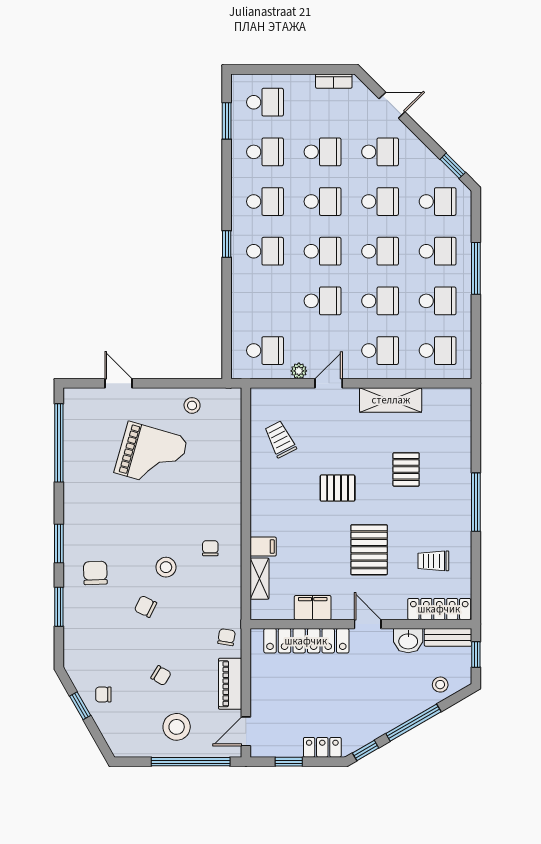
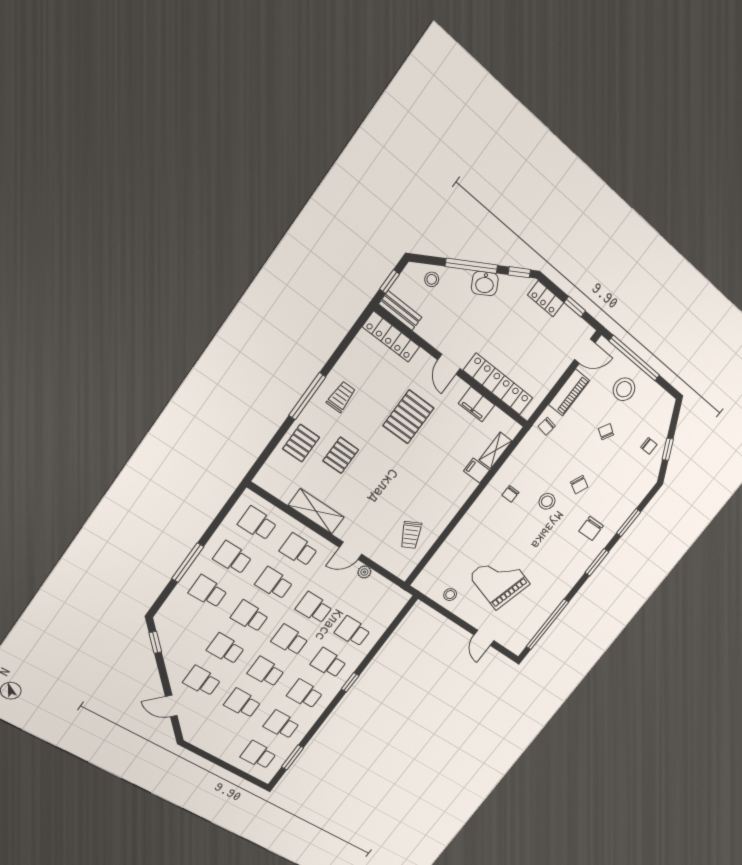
bookcase: (334, 81) -> (202, 743), removed
school desk: (438, 202) -> (184, 625), removed
school desk: (265, 351) -> (352, 631), moved
pallet: (338, 488) -> (301, 443), moved, turned 90
trolley: (433, 561) -> (341, 397), moved, turned -90
washbasin: (408, 641) -> (485, 283), moved, turned 150

